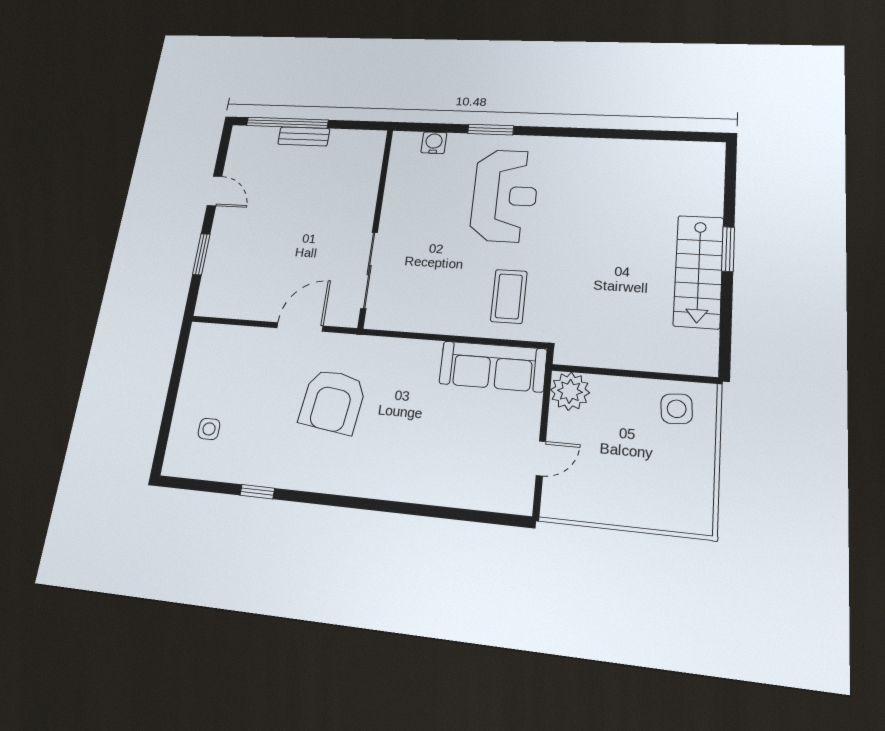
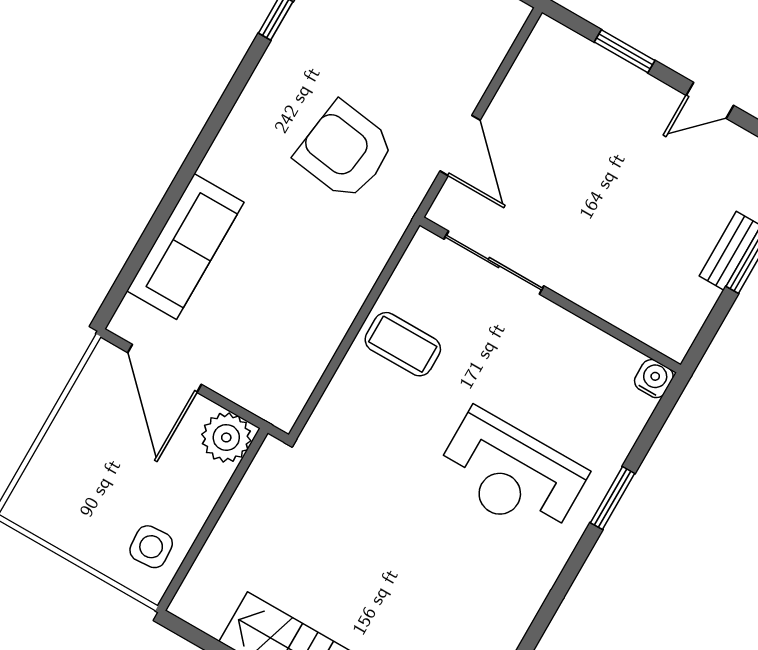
water cooler: (434, 143) -> (654, 379), moved, turned -90
coffee table: (509, 296) -> (403, 344), moved
sofa: (493, 366) -> (185, 247), moved, turned 180
door: (541, 458) -> (165, 368), width x1.87

